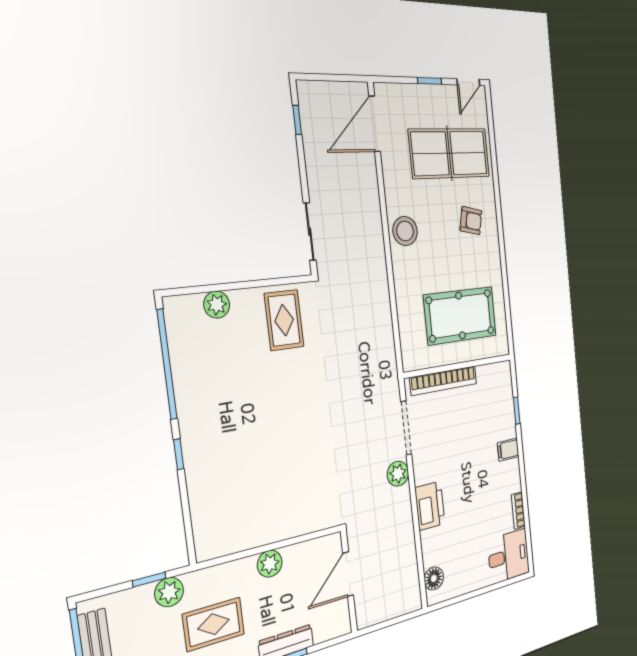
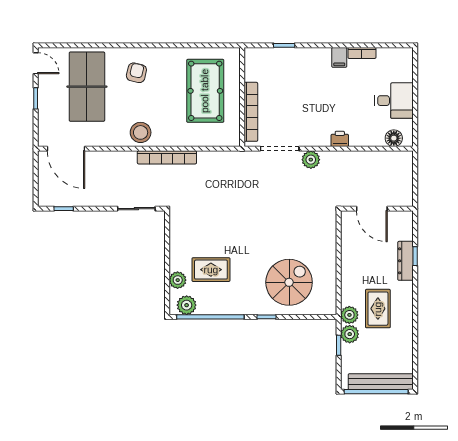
bookcase: (379, 271) -> (167, 157), added
rug: (284, 320) -> (211, 270), moved
plant: (180, 323) -> (187, 305), added
filing cabinet: (508, 450) -> (339, 57), moved
spiral stairs: (235, 479) -> (289, 282), added
printer: (430, 506) -> (340, 139), width x0.53, depth x0.68
desk: (509, 556) -> (394, 101), moved, turned 90
plant: (270, 564) -> (349, 315), moved

